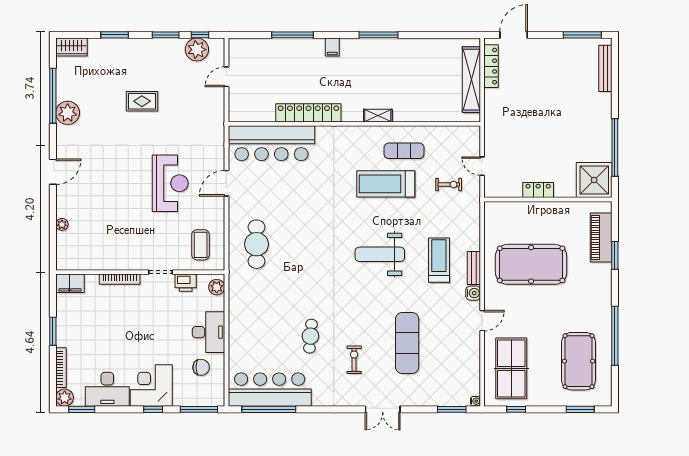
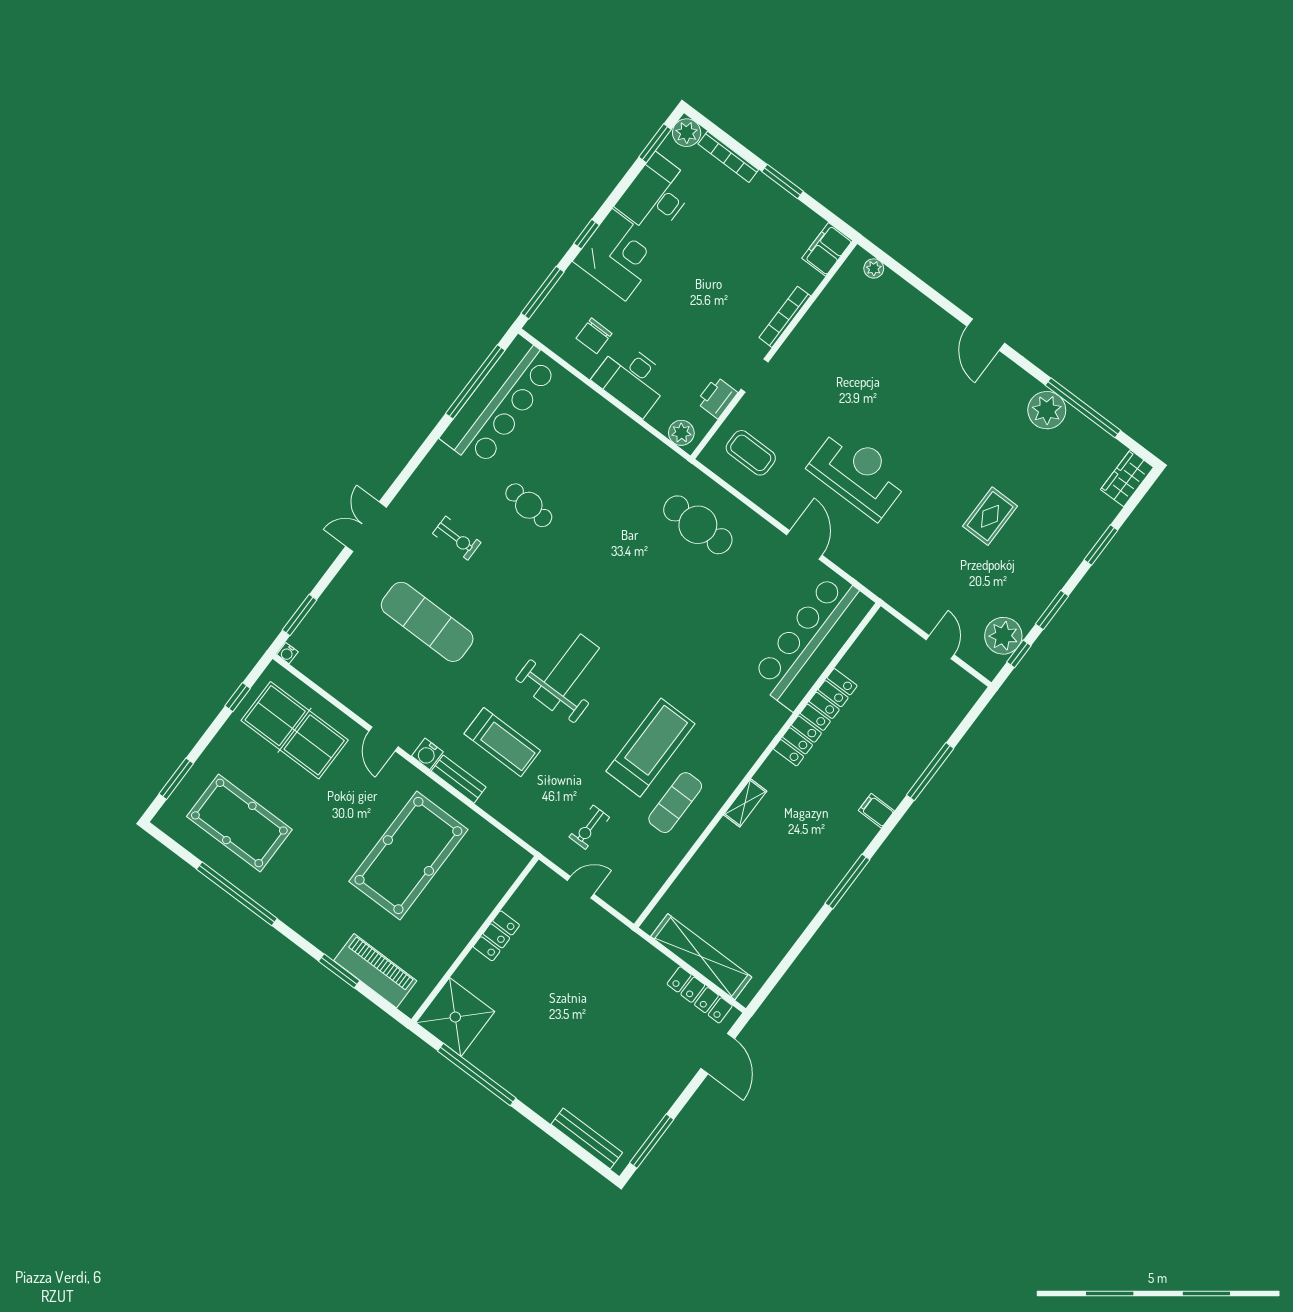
reception desk: (170, 183) -> (858, 473), turned 180
plant: (62, 224) -> (874, 268), moved

